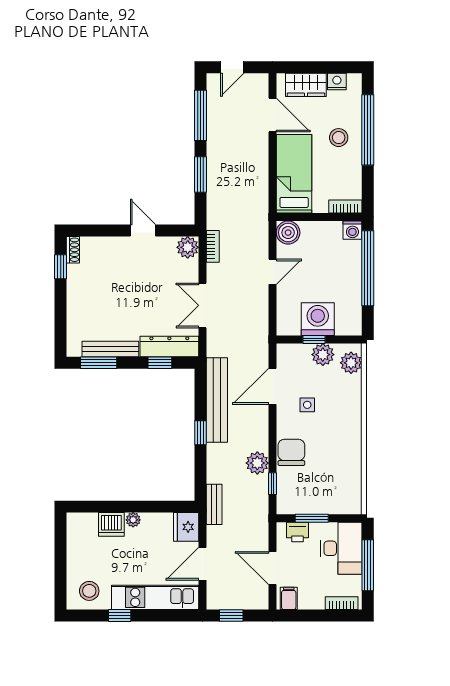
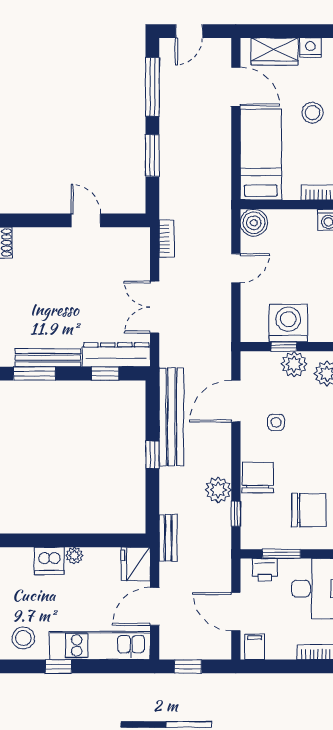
plant: (188, 247) -> (137, 240), removed
chair: (335, 481) -> (309, 510), added

